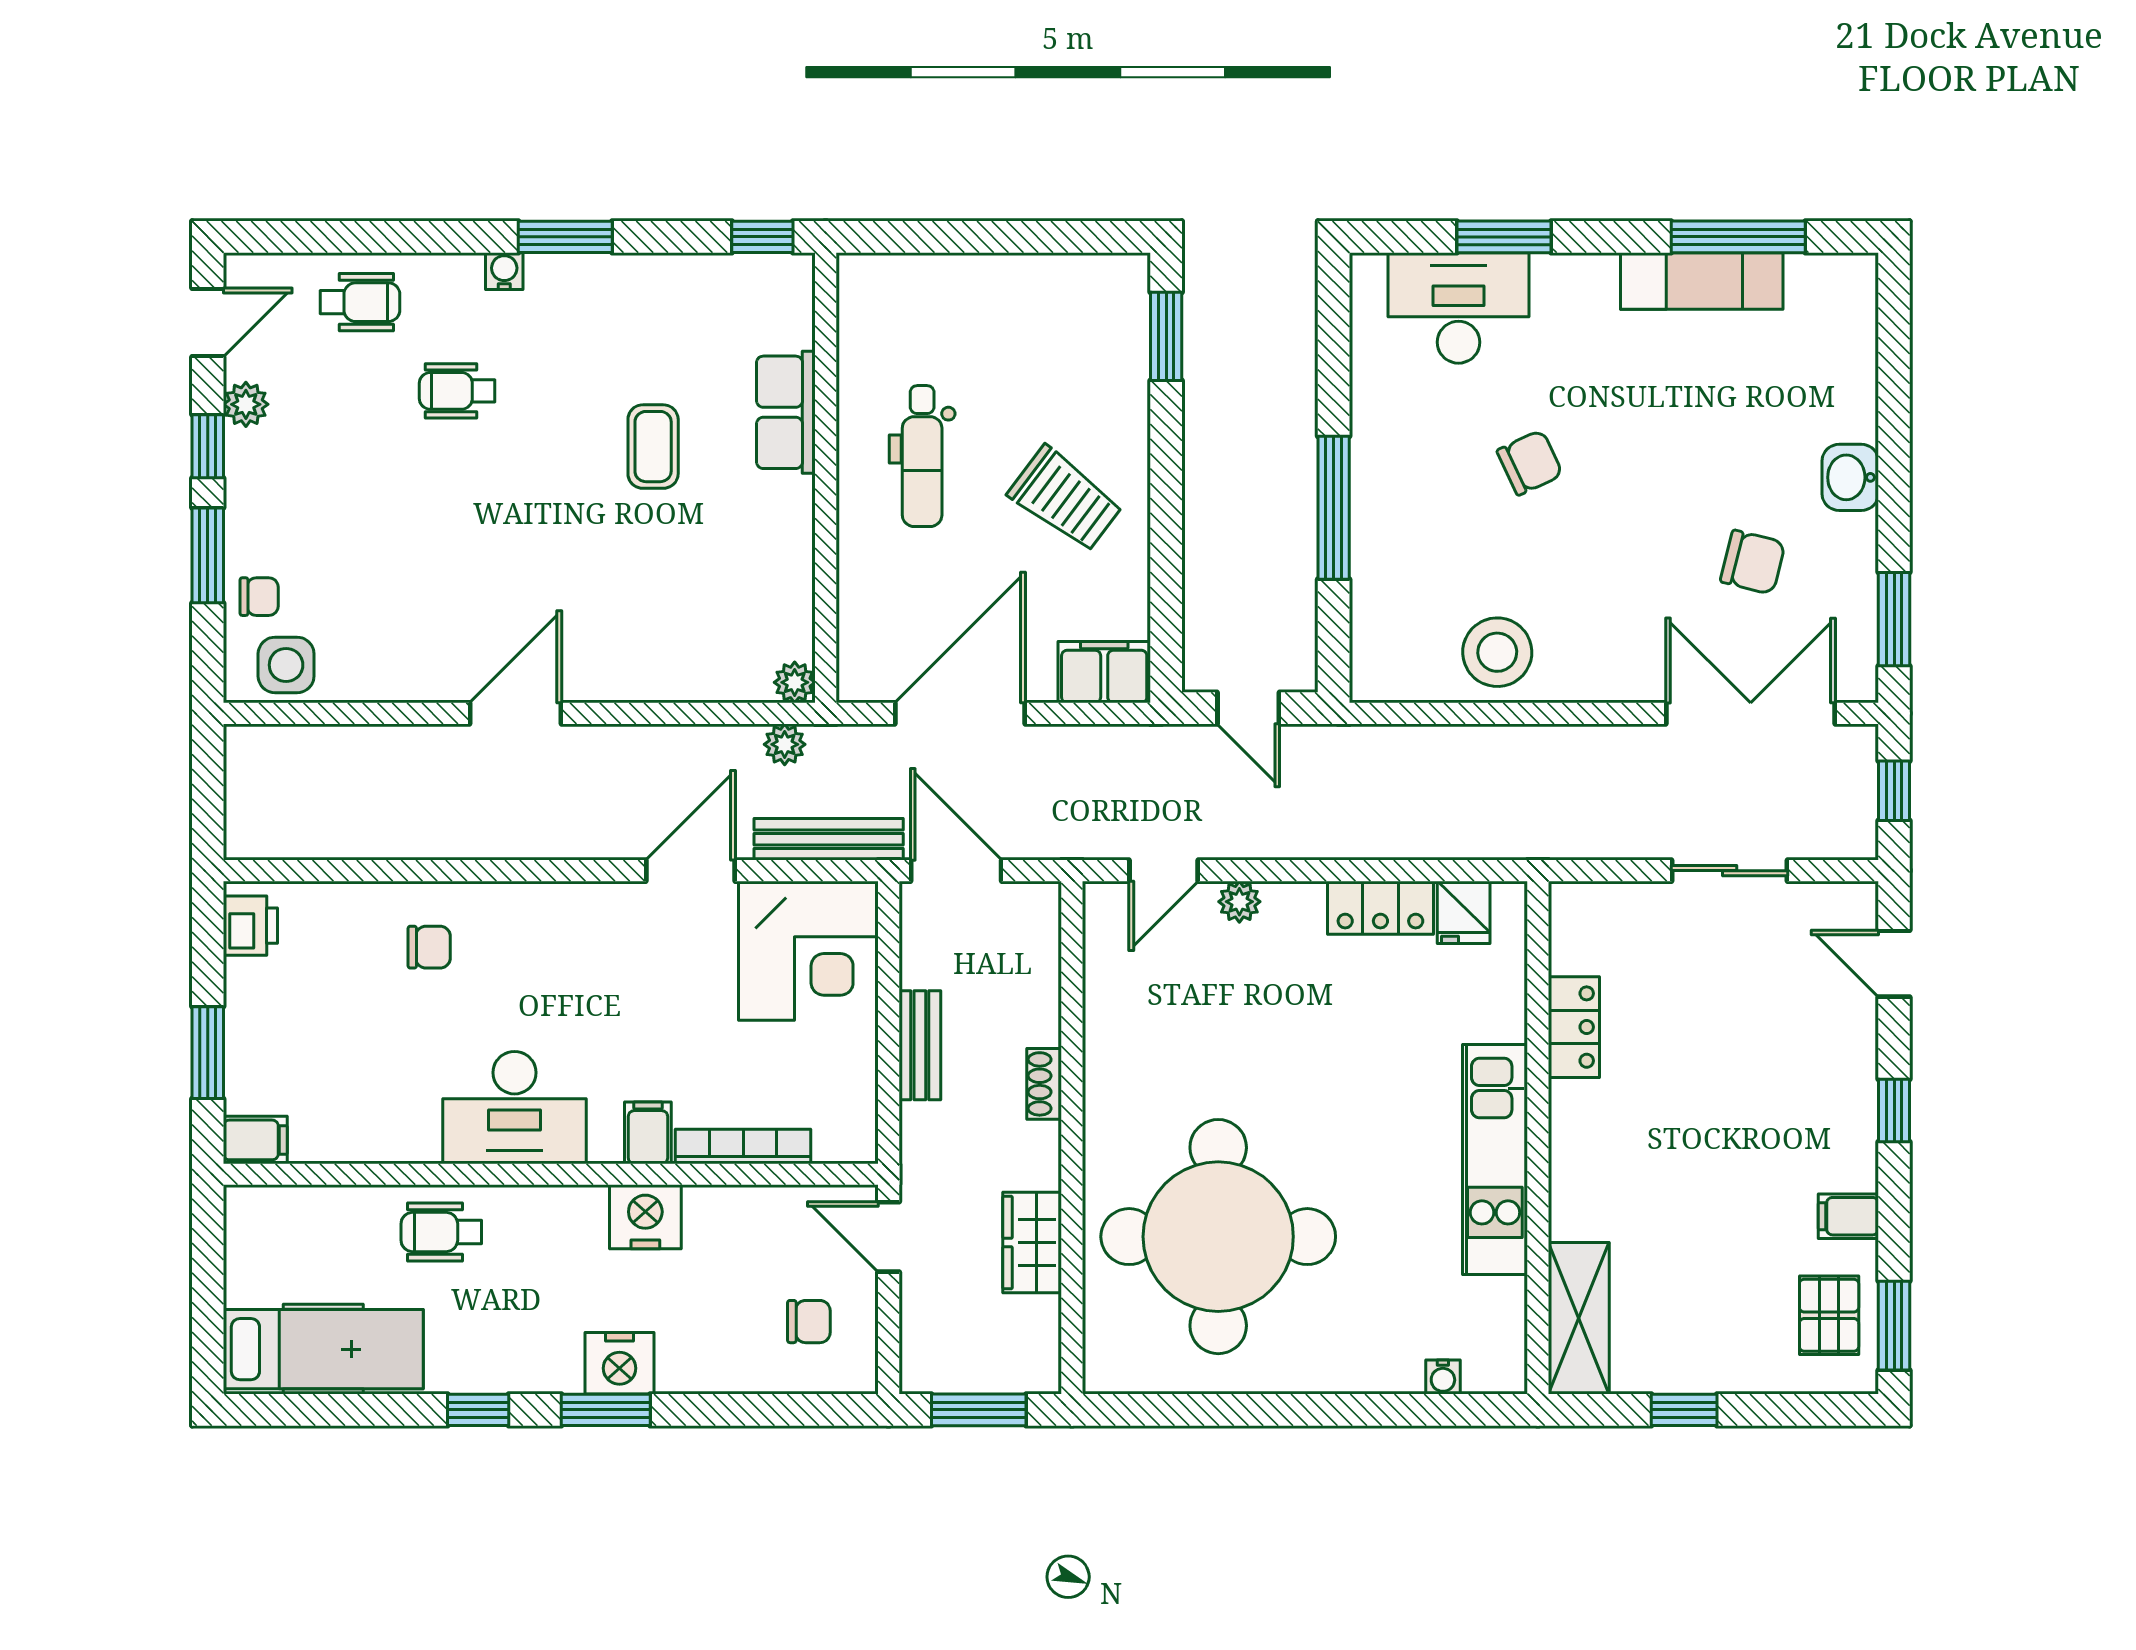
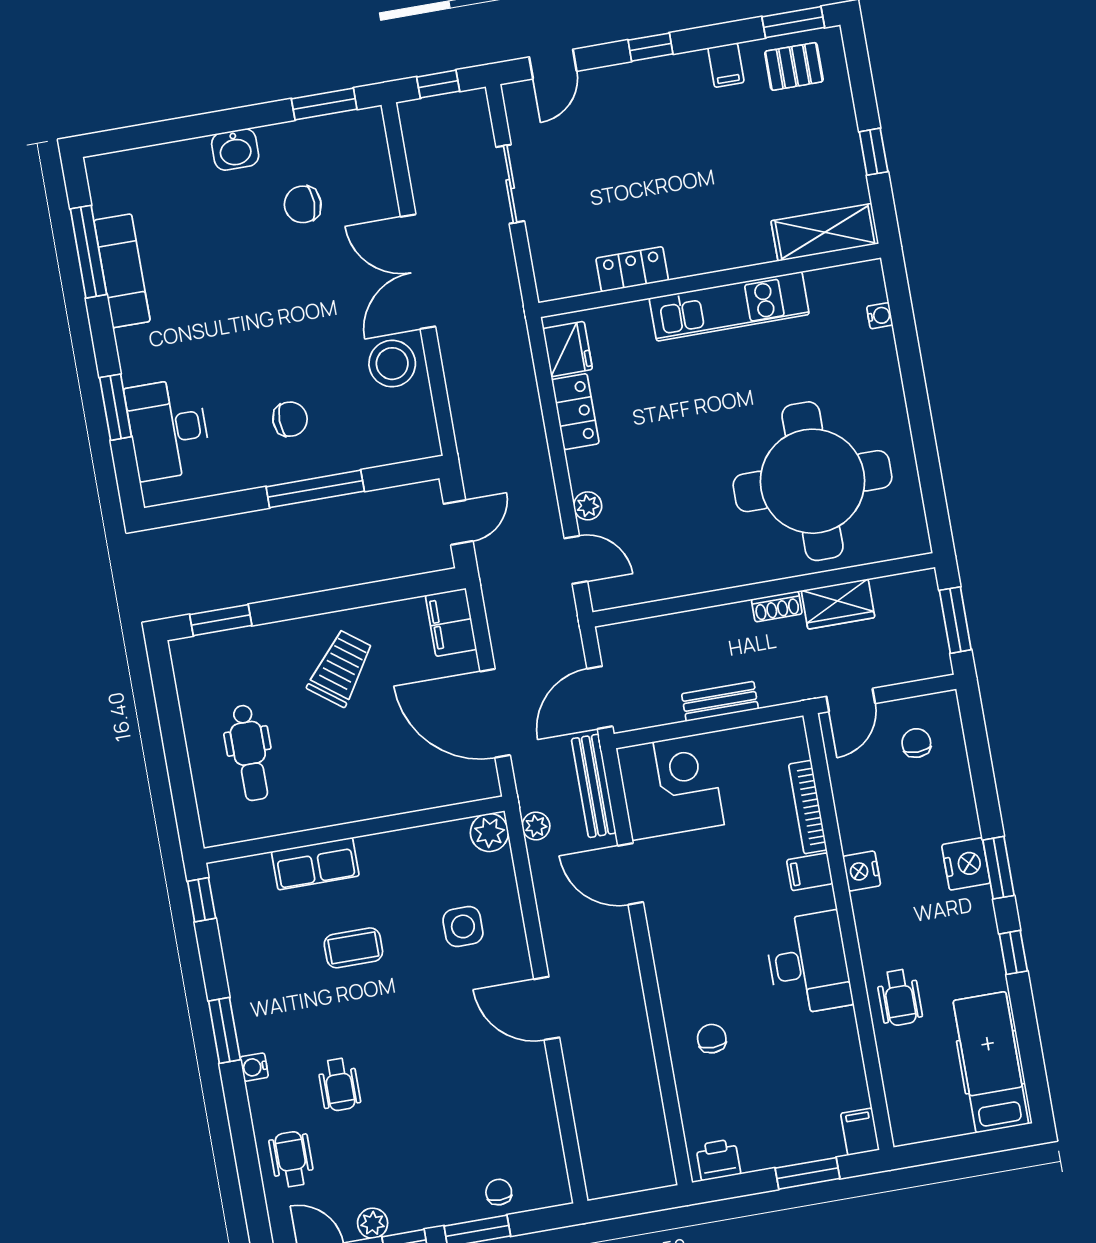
dental chair: (922, 456) -> (249, 753), moved, turned 90
chair: (1530, 463) -> (290, 419), moved, turned 115
chair: (1753, 562) -> (303, 204), turned -104
side table: (286, 665) -> (463, 926), moved
plant: (795, 682) -> (489, 833), width x1.38, depth x1.38
double door: (1751, 713) -> (418, 272), moved
fridge: (1464, 912) -> (568, 349), width x1.38
shoe rack: (1044, 1084) -> (777, 606), moved
nightstand: (645, 1217) -> (862, 871), width x0.74, depth x0.75

